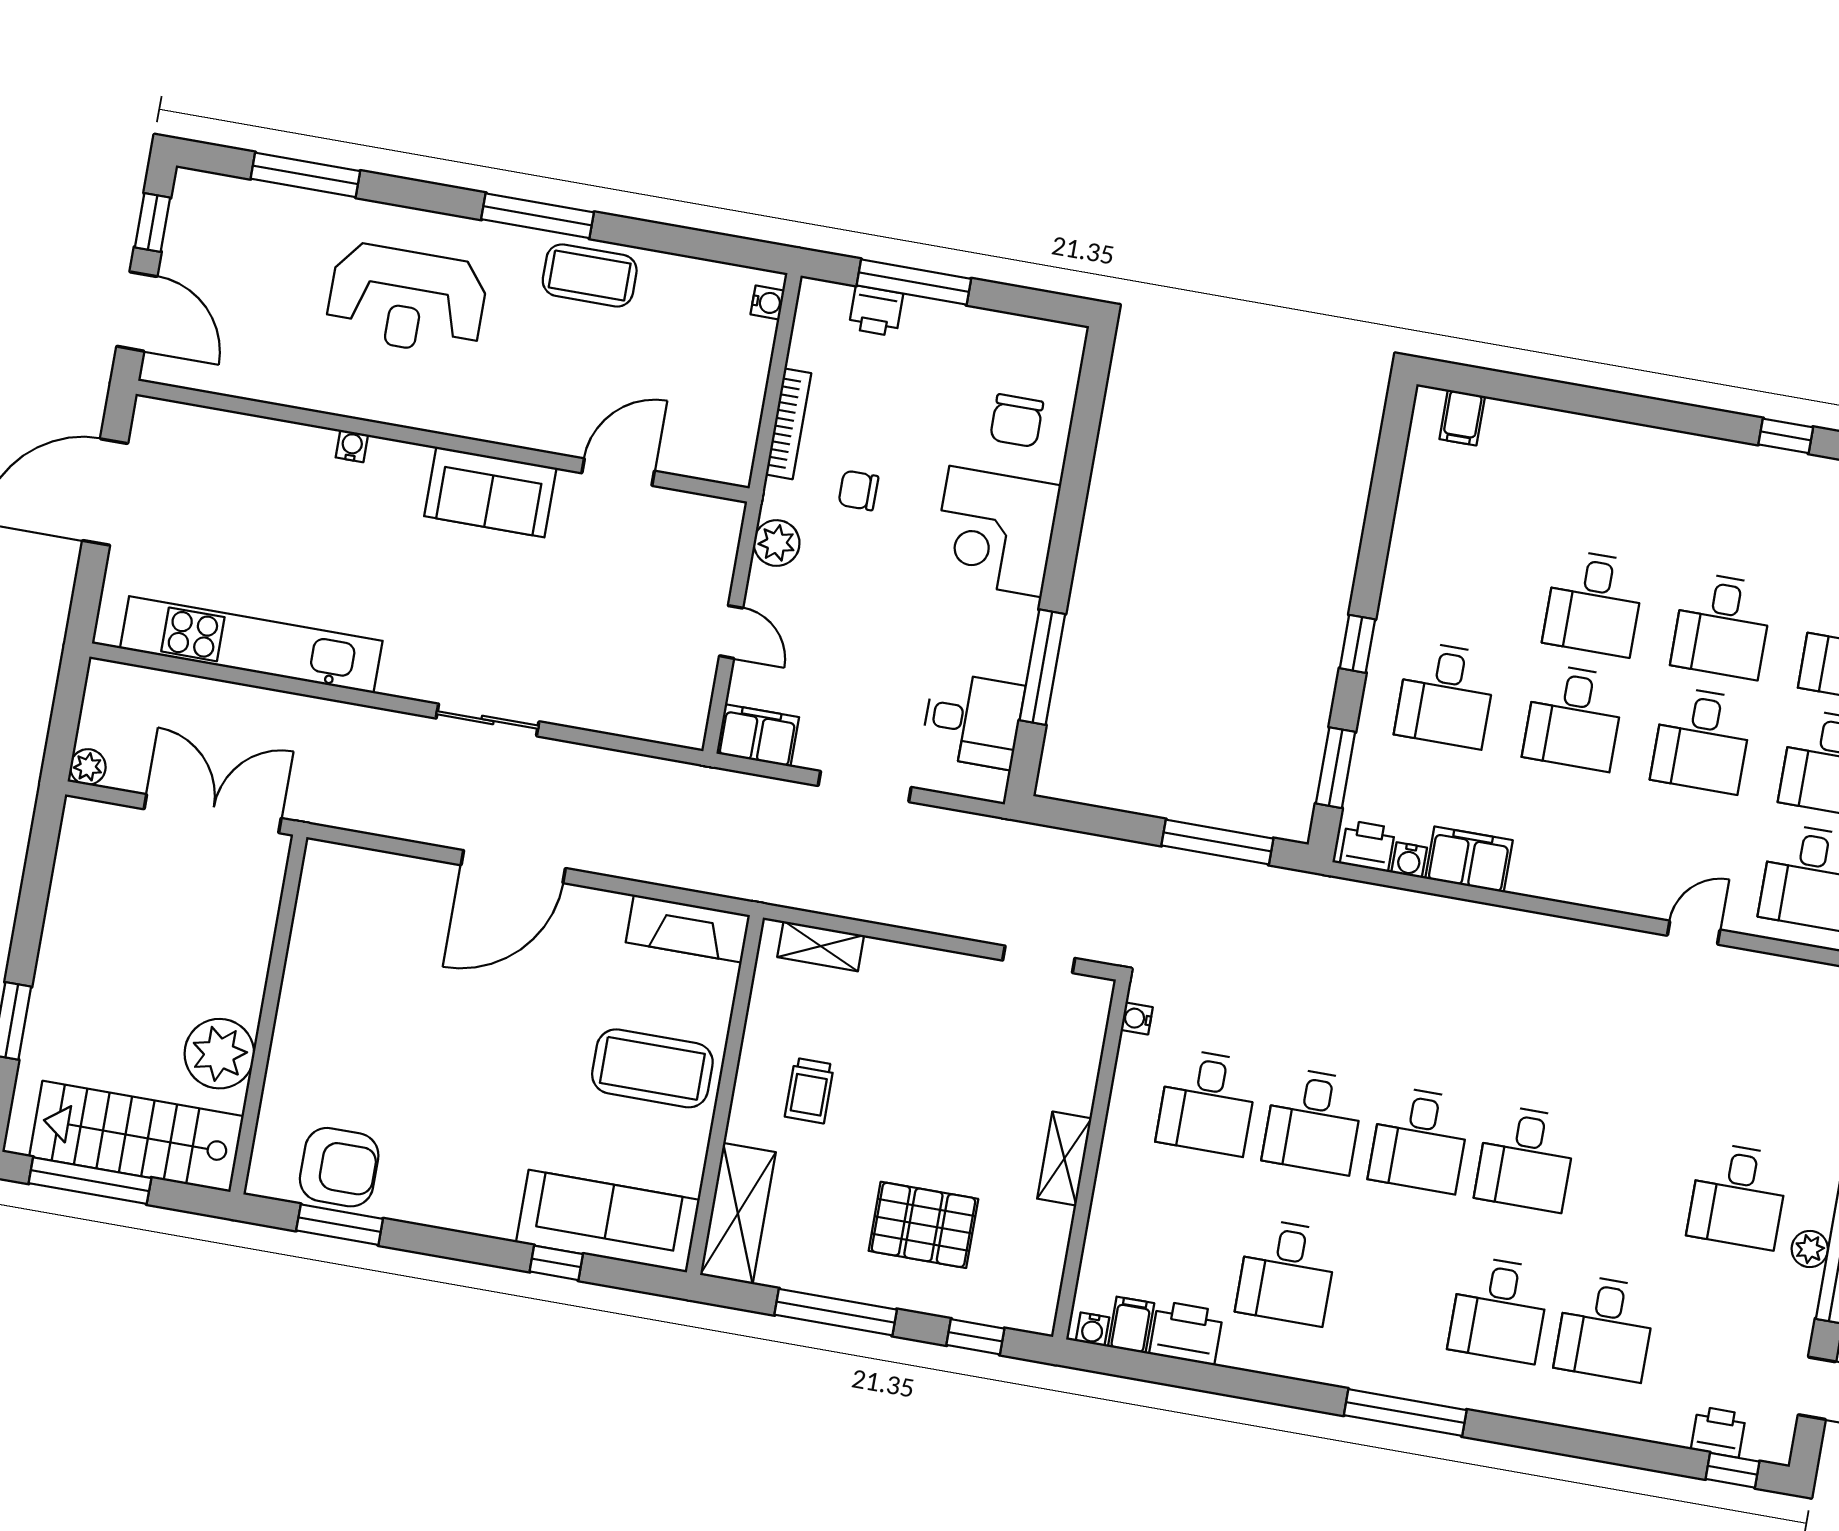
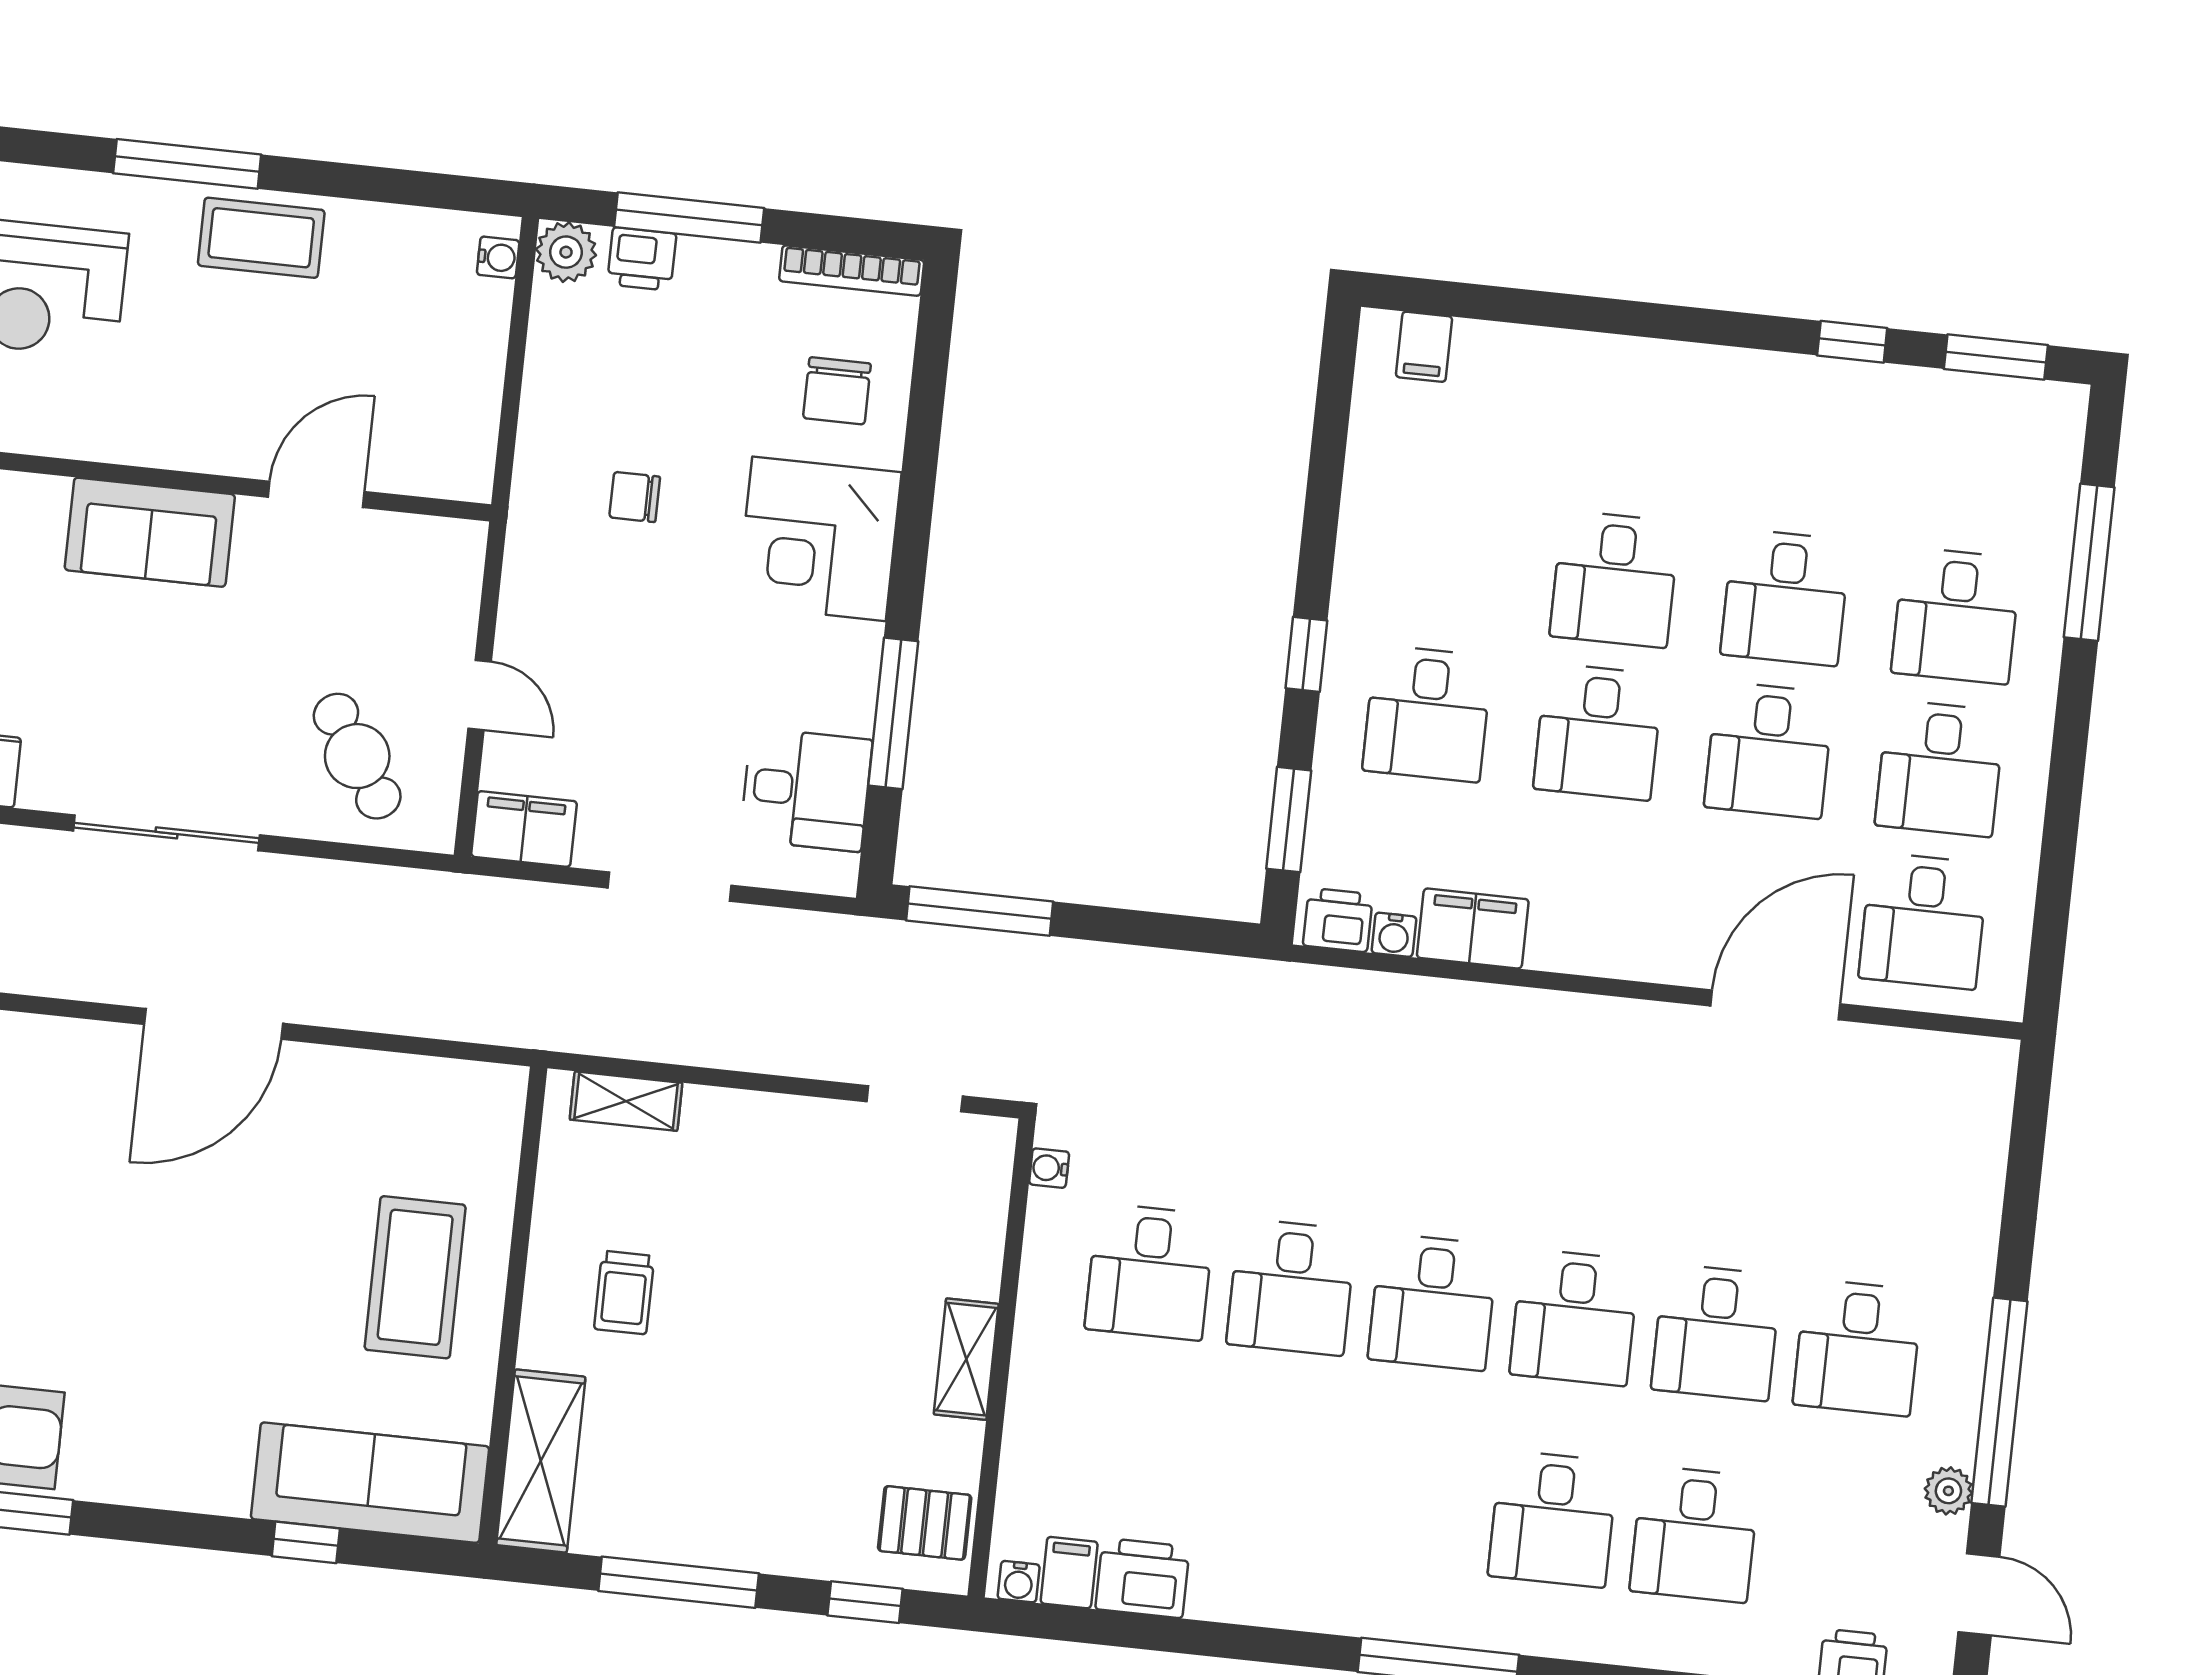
bookcase: (788, 424) -> (852, 271), moved, turned 90
plant: (777, 543) -> (566, 252), moved
cafe table: (635, 672) -> (357, 756), added
sliding door: (488, 720) -> (167, 833), width x1.37
window: (1217, 842) -> (980, 911), moved
fireplace: (688, 929) -> (449, 1090), removed
door: (1694, 933) -> (1775, 1005), width x1.87
coffee table: (652, 1068) -> (415, 1277), turned 90
pallet: (923, 1225) -> (925, 1523), moved, width x0.67, depth x0.71
plant: (1810, 1249) -> (1948, 1491), moved
desk: (1287, 1272) -> (1716, 1332), moved

